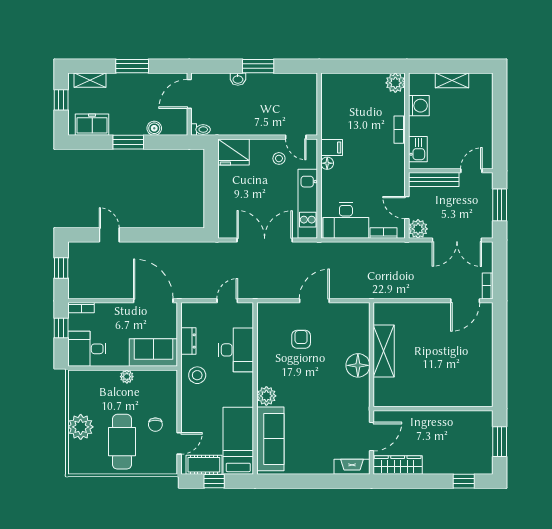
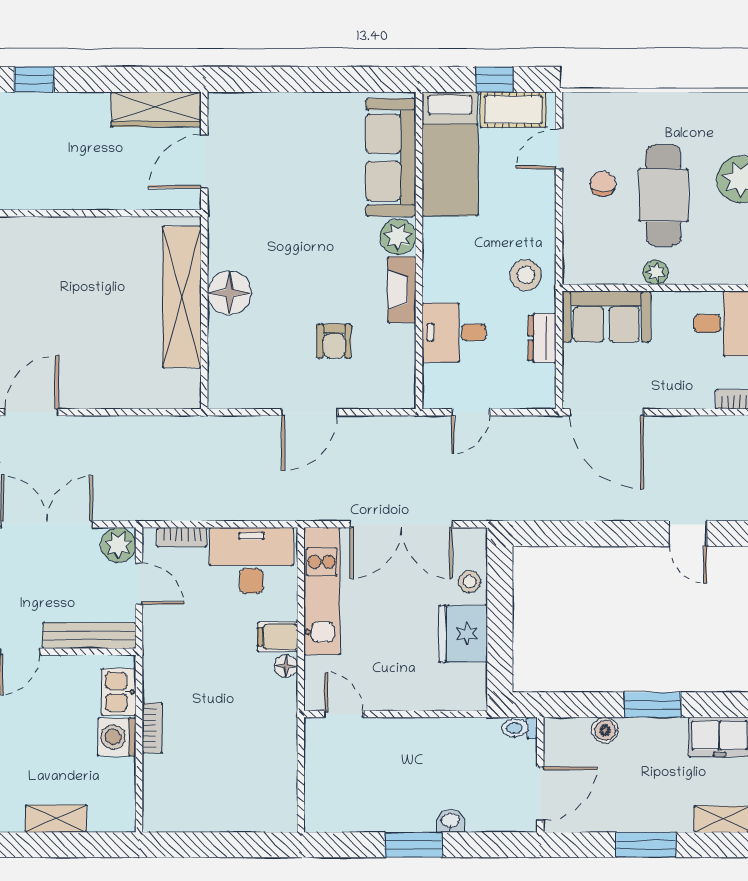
plant: (395, 83) -> (160, 814), removed
washing machine: (419, 106) -> (117, 737), moved
filing cabinet: (332, 147) -> (278, 637), moved
fridge: (233, 152) -> (463, 634), moved, turned -90
stool: (279, 158) -> (470, 581), moved
desk: (236, 350) -> (454, 333), width x0.73
shelving: (384, 351) -> (182, 297), width x1.47
cafe table: (122, 442) -> (663, 195), moved
fireplace: (352, 467) -> (402, 290), moved, turned 90

